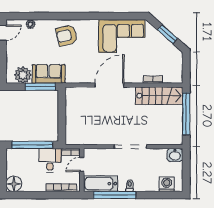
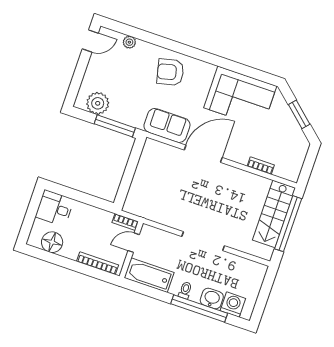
sofa: (49, 74) -> (167, 125), moved
stairs: (159, 96) -> (274, 214), moved, turned 90
window: (32, 145) -> (79, 196), removed
washbasin: (175, 155) -> (212, 299), moved, turned 180
desk: (50, 160) -> (55, 208), moved, turned -90
floor lamp: (14, 184) -> (52, 242), moved
window: (115, 195) -> (199, 308), moved

